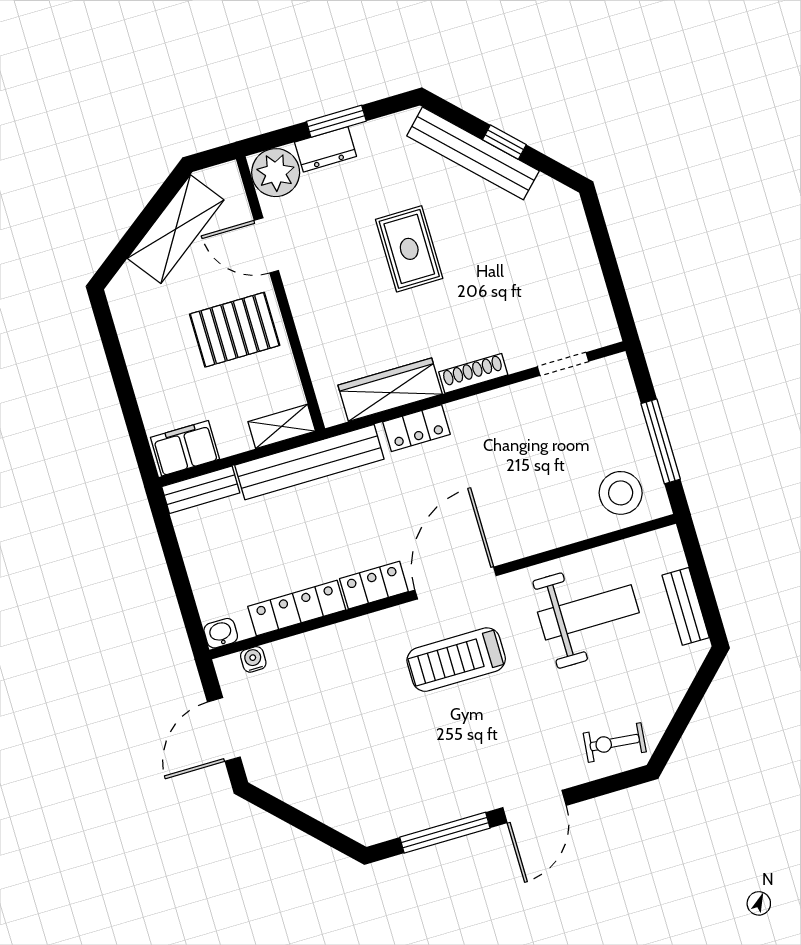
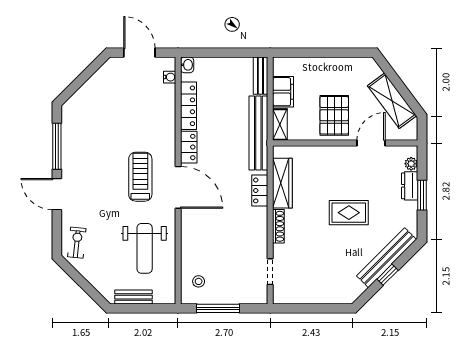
plant: (276, 173) -> (411, 164), width x0.53, depth x0.53
filing cabinet: (185, 448) -> (283, 92), moved
stool: (621, 493) -> (199, 281), width x0.53, depth x0.53

